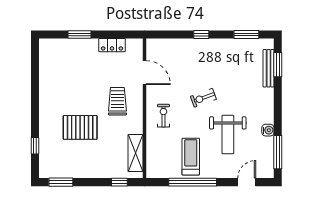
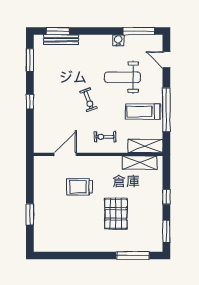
locker: (112, 45) -> (40, 184), removed
trolley: (117, 101) -> (80, 187), moved
weight bench: (228, 135) -> (122, 77), turned 180
window: (35, 146) -> (133, 256), width x2.17
shelving: (154, 159) -> (145, 146), added
window: (119, 182) -> (166, 197), moved

